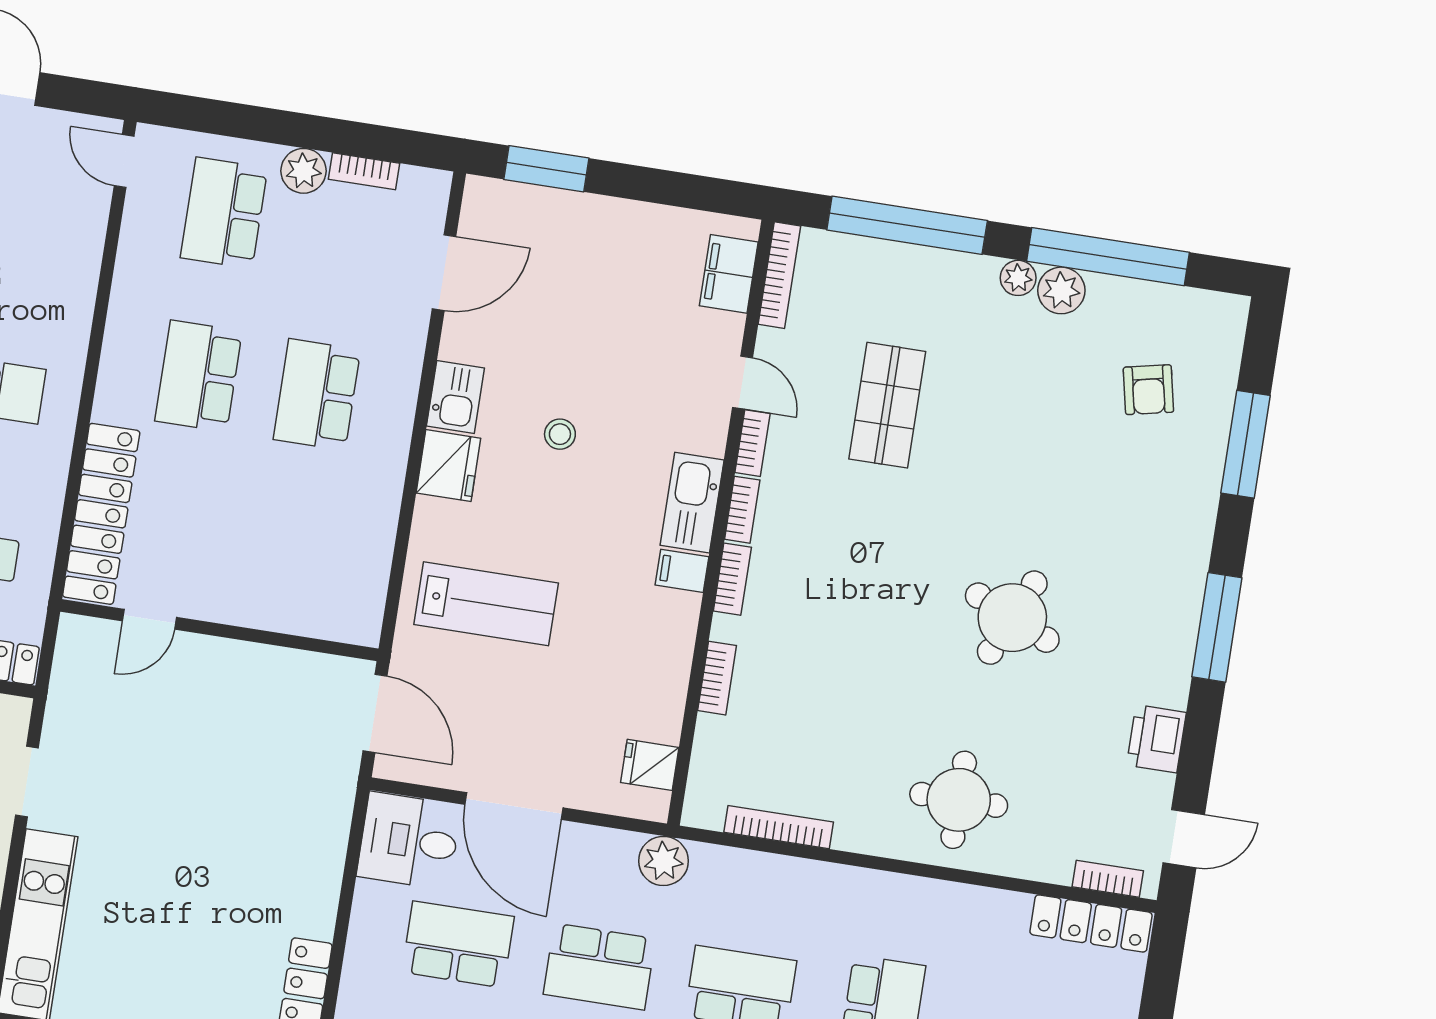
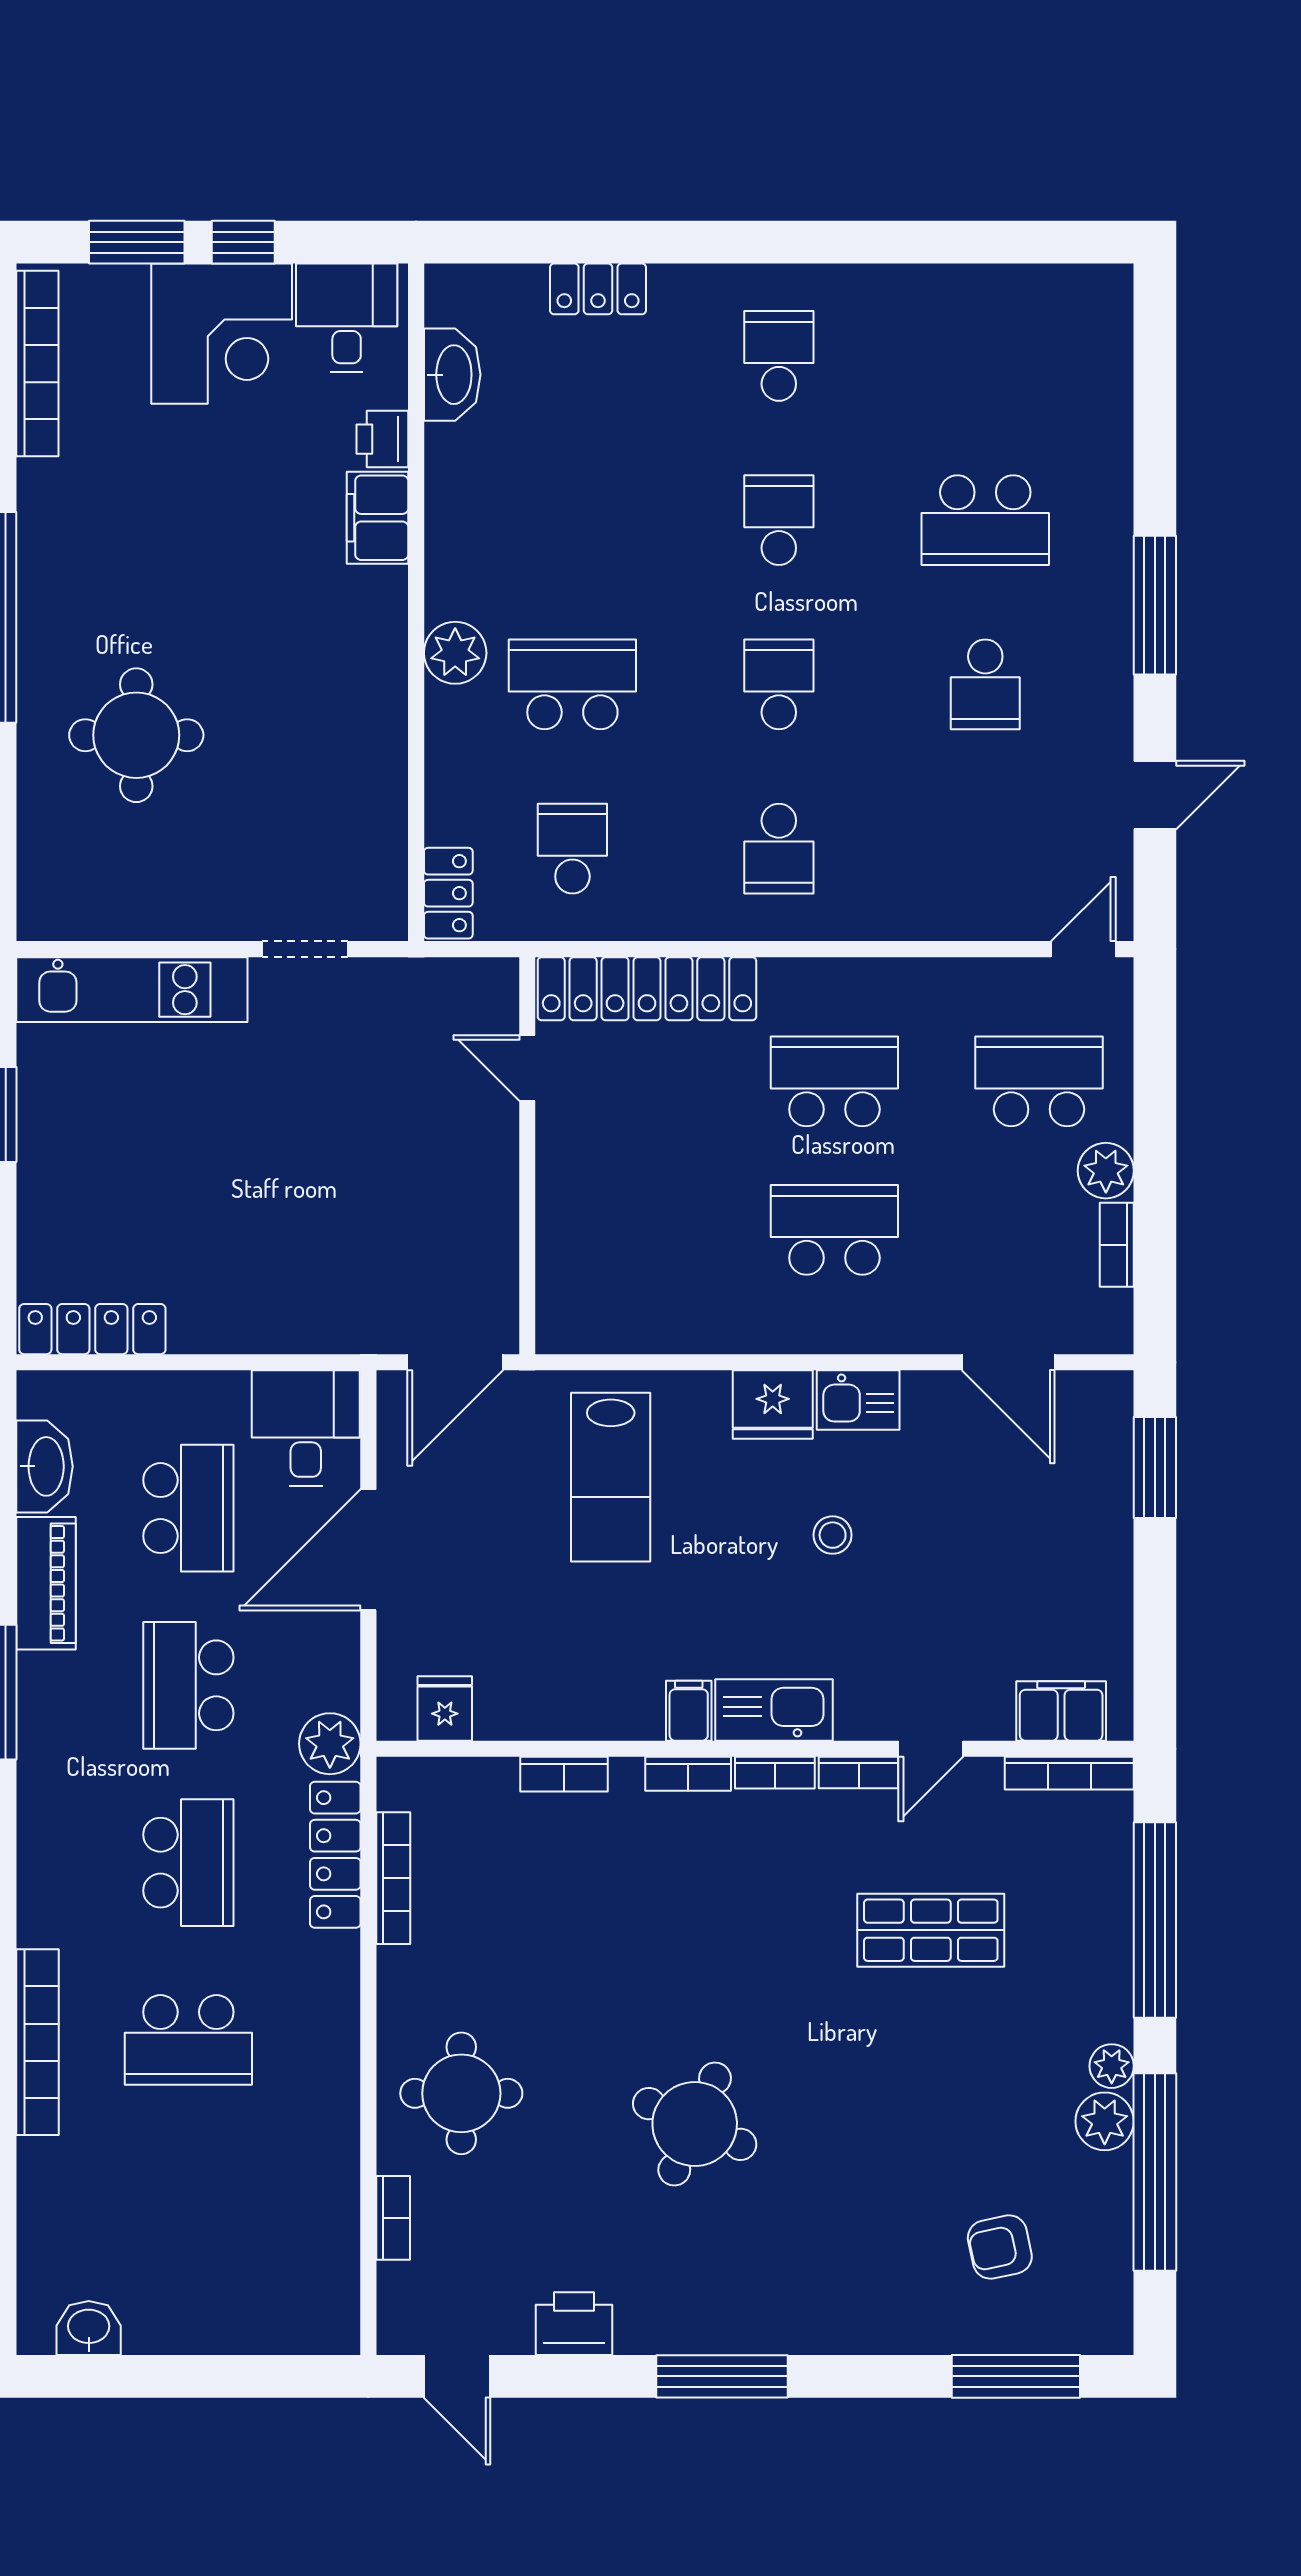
window: (1246, 444) -> (1016, 2376), moved
bookcase: (1108, 879) -> (393, 2218), moved
locker: (1091, 923) -> (335, 1855), moved

